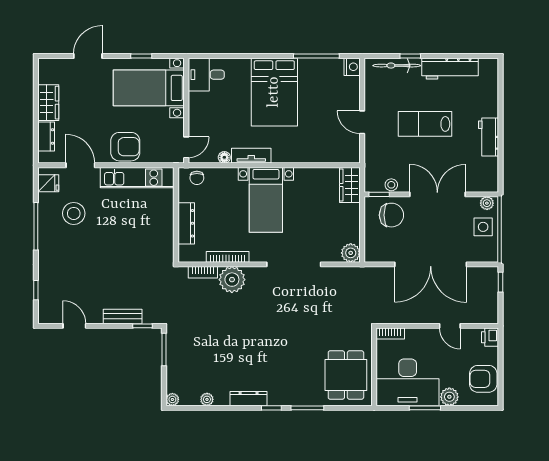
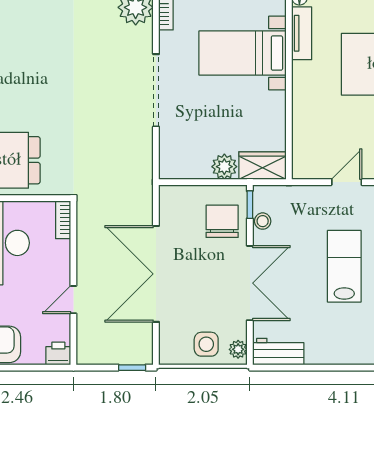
workbench: (489, 137) -> (278, 352), moved
chair: (391, 215) -> (222, 221), turned 180
plant: (351, 253) -> (224, 167), moved

